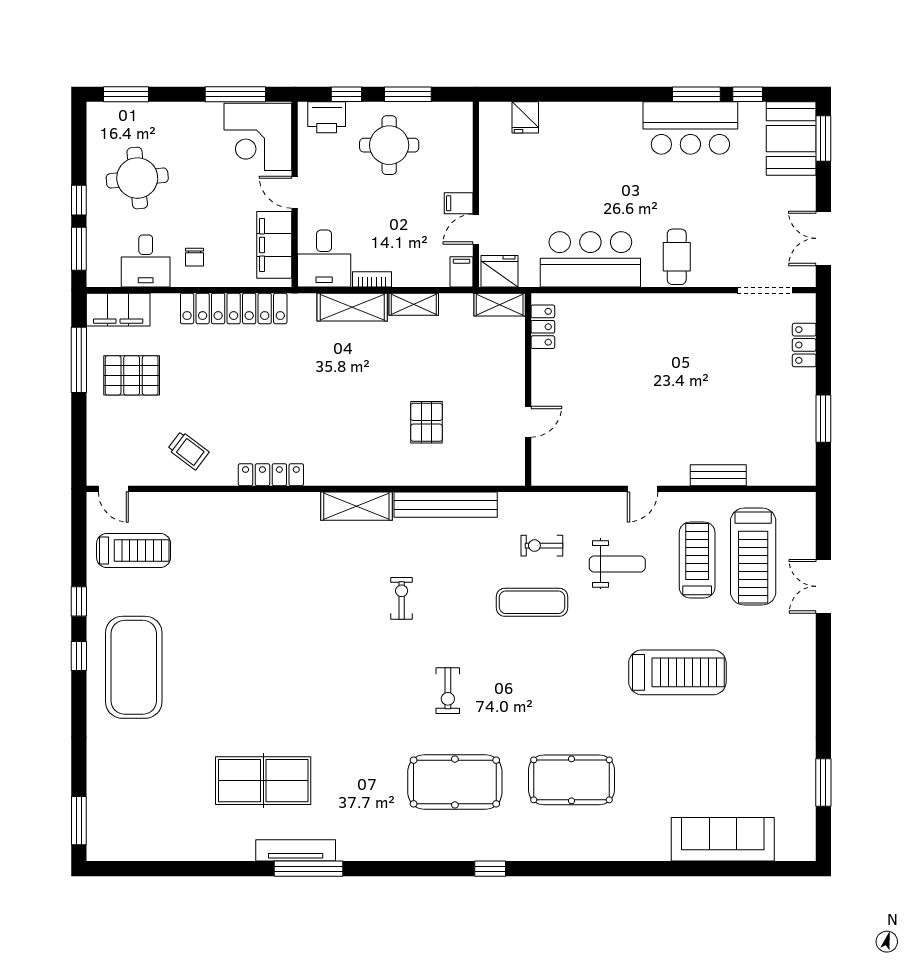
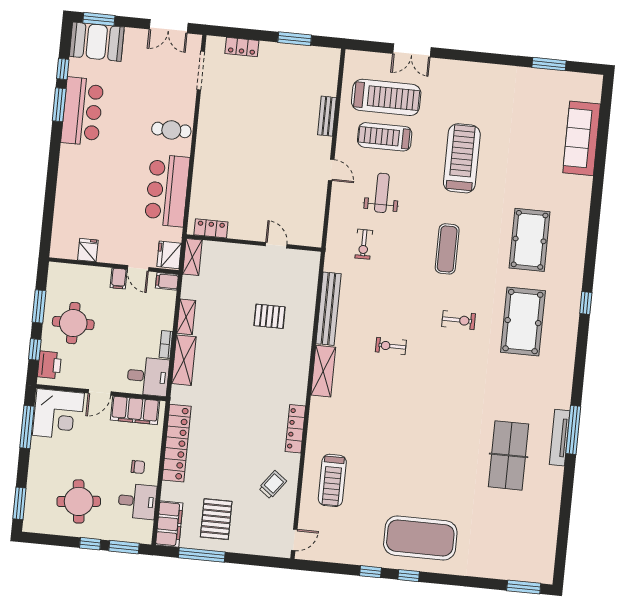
fridge: (525, 117) -> (88, 250), moved, turned -90
treadmill: (134, 551) -> (332, 480), moved, turned 180
exercise mat: (532, 602) -> (447, 249), moved

